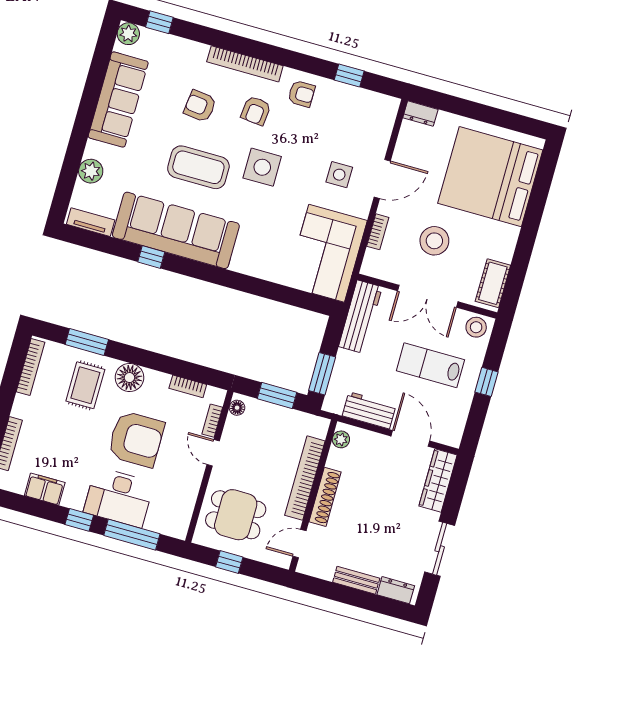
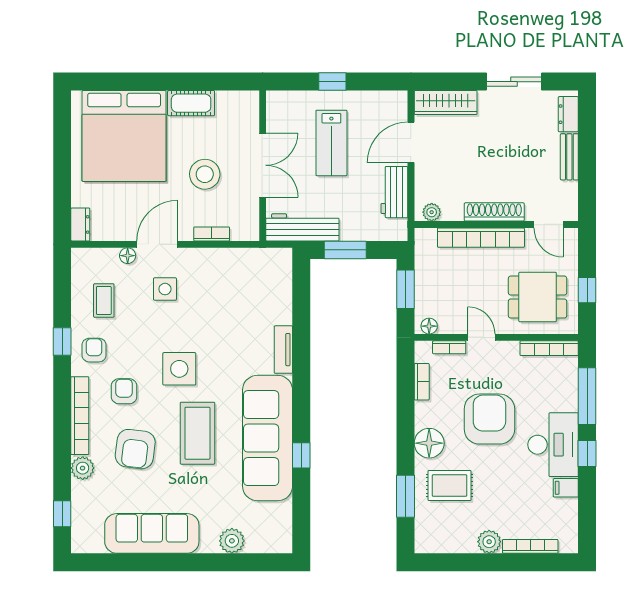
plant: (128, 34) -> (83, 468), moved
window: (349, 76) -> (62, 342), moved
armchair: (200, 106) -> (135, 449), width x1.38, depth x1.38
armchair: (256, 111) -> (124, 391), turned -96
coffee table: (344, 116) -> (104, 301), added
floor lamp: (380, 149) -> (128, 256), added
door: (382, 179) -> (157, 244), hinge flipped
tv unit: (91, 222) -> (283, 350), moved
corner sofa: (327, 253) -> (248, 280), removed
cot: (493, 283) -> (191, 103), moved
stool: (476, 327) -> (280, 108), removed
bookcase: (31, 367) -> (549, 348), moved, turned 180
window: (322, 374) -> (345, 250), moved
plant: (23, 407) -> (489, 542), added
door: (213, 453) -> (481, 337), swing flipped
filing cabinet: (45, 489) -> (566, 488), width x0.50
desk: (119, 497) -> (553, 445), moved
dining table: (236, 515) -> (538, 297), turned 90

